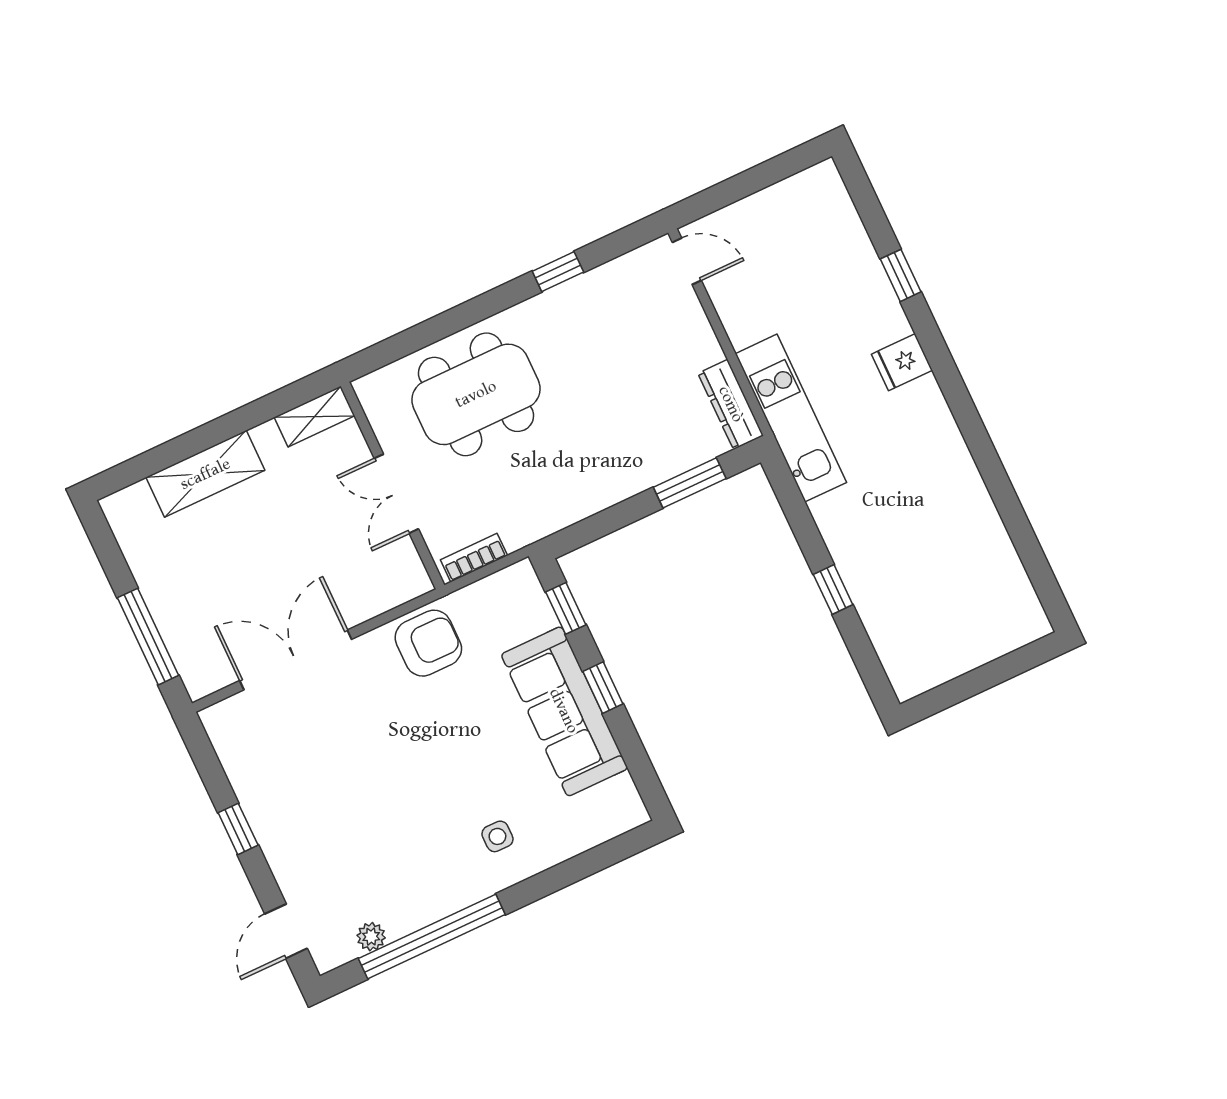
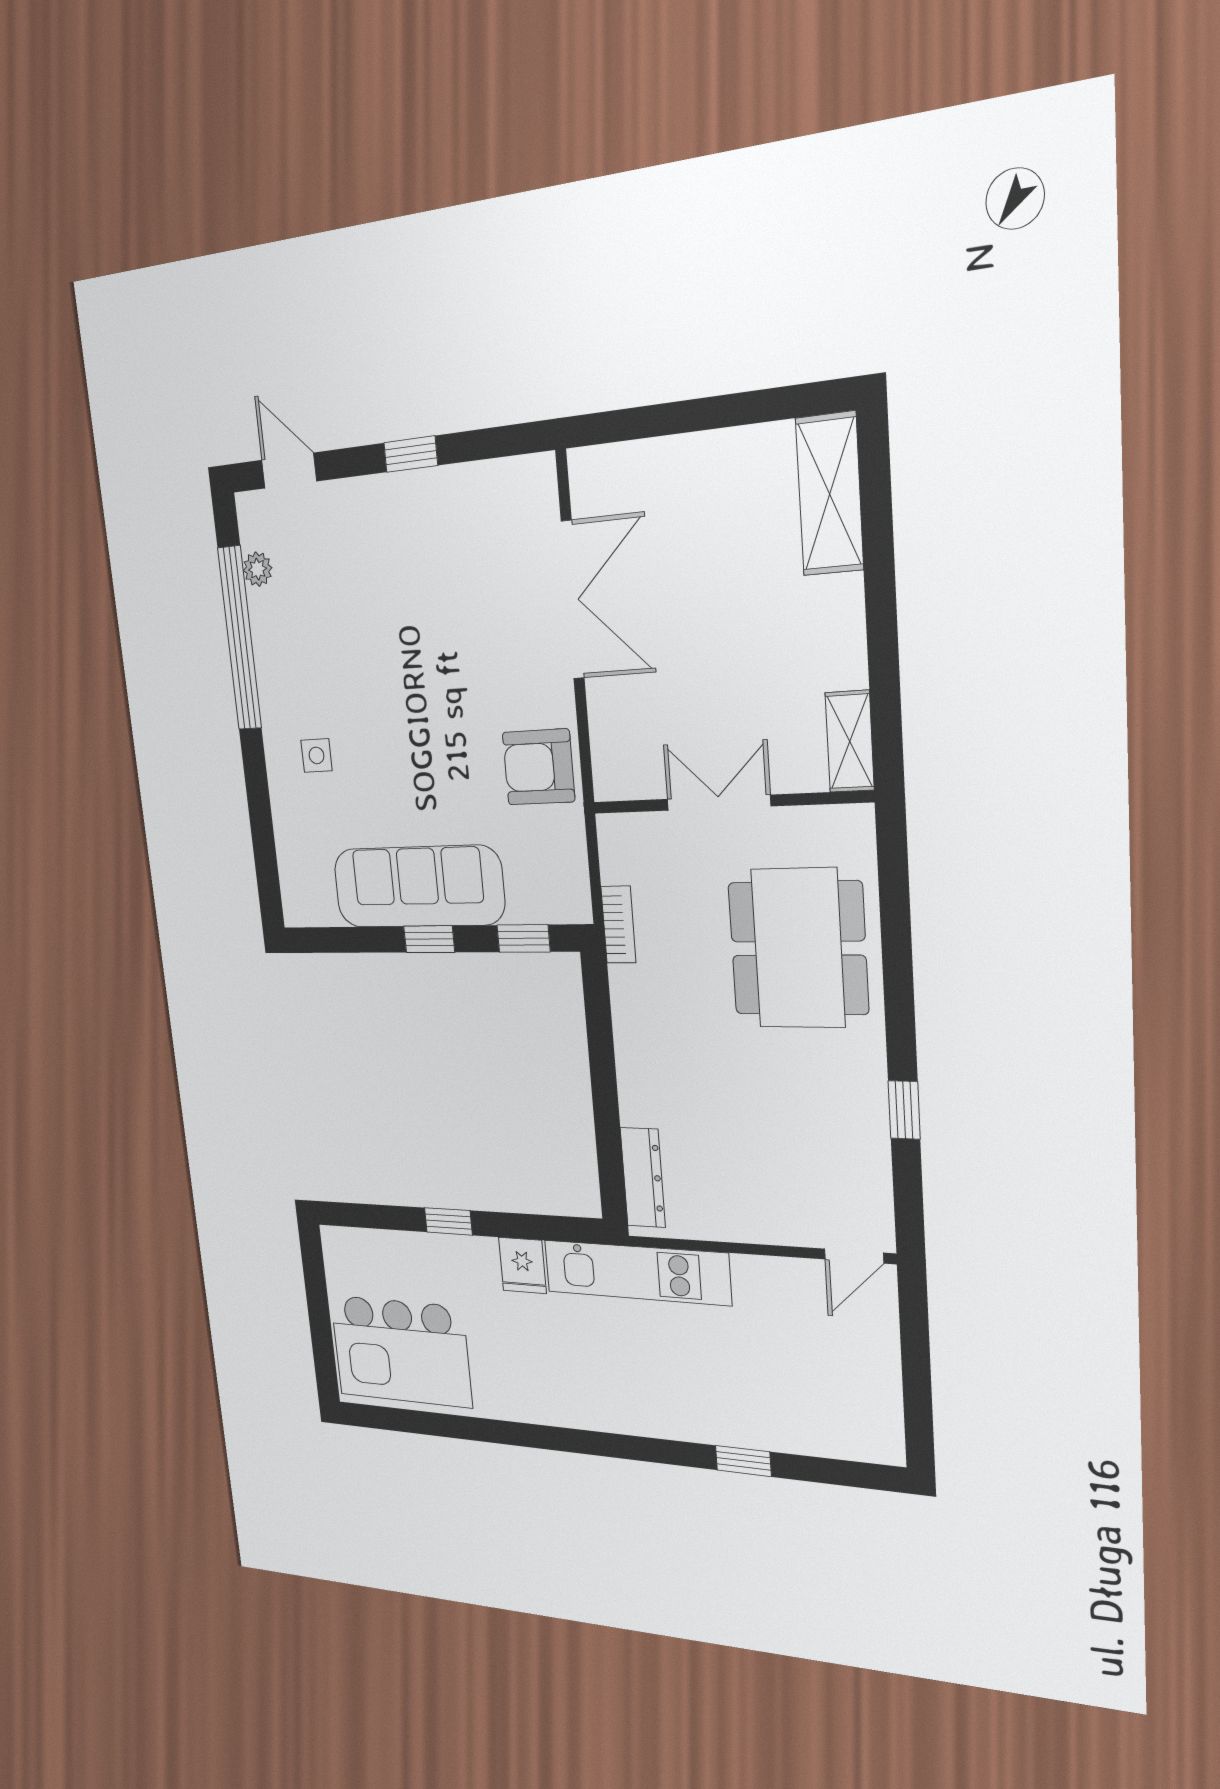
fridge: (902, 362) -> (522, 1265), moved, turned 180
dresser: (731, 404) -> (643, 1178), moved, turned 90
shelving: (205, 474) -> (830, 494), moved
window: (690, 483) -> (608, 1135), removed
bookcase: (474, 558) -> (618, 925), moved
kitchen island: (974, 592) -> (401, 1351), added
window: (148, 637) -> (663, 420), removed
armchair: (428, 643) -> (539, 767), turned 90

